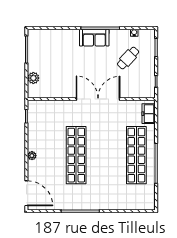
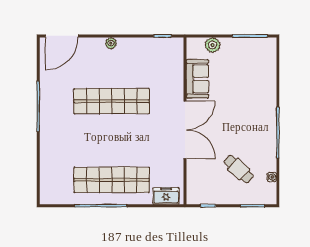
sofa: (94, 38) -> (197, 79), moved, turned 180

